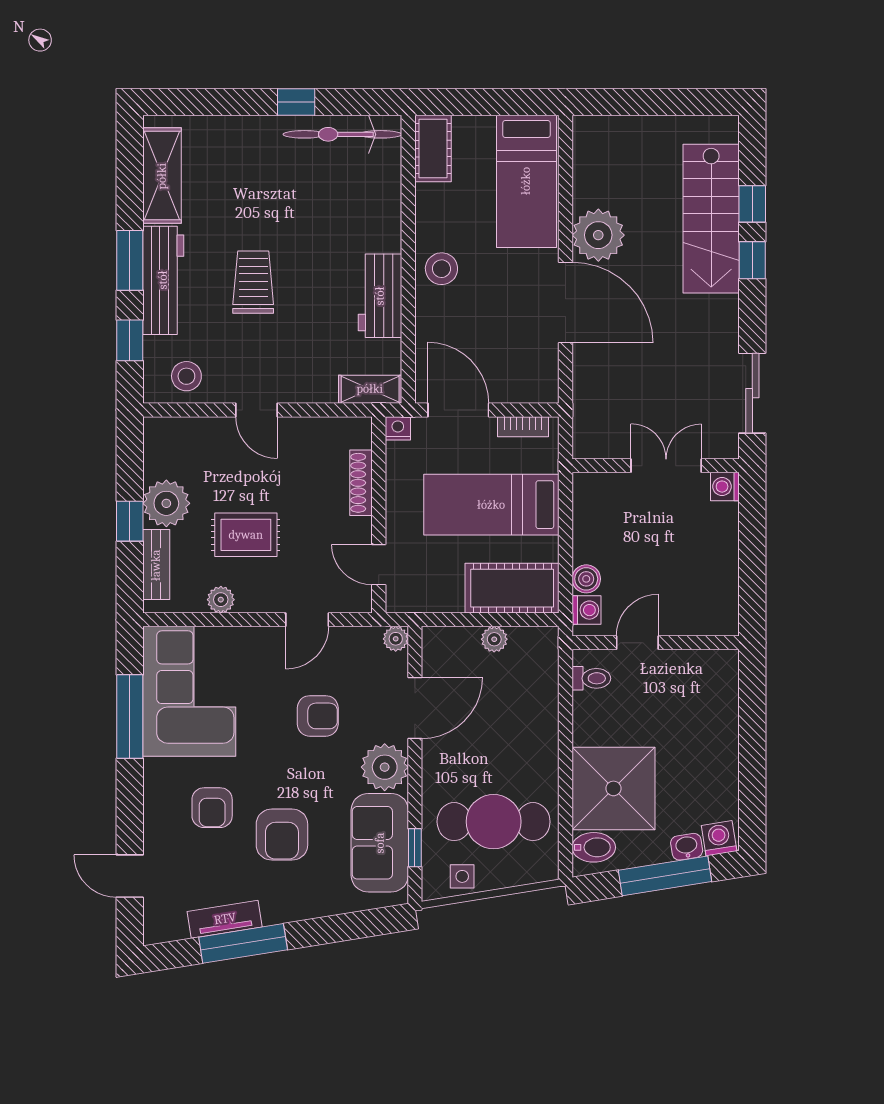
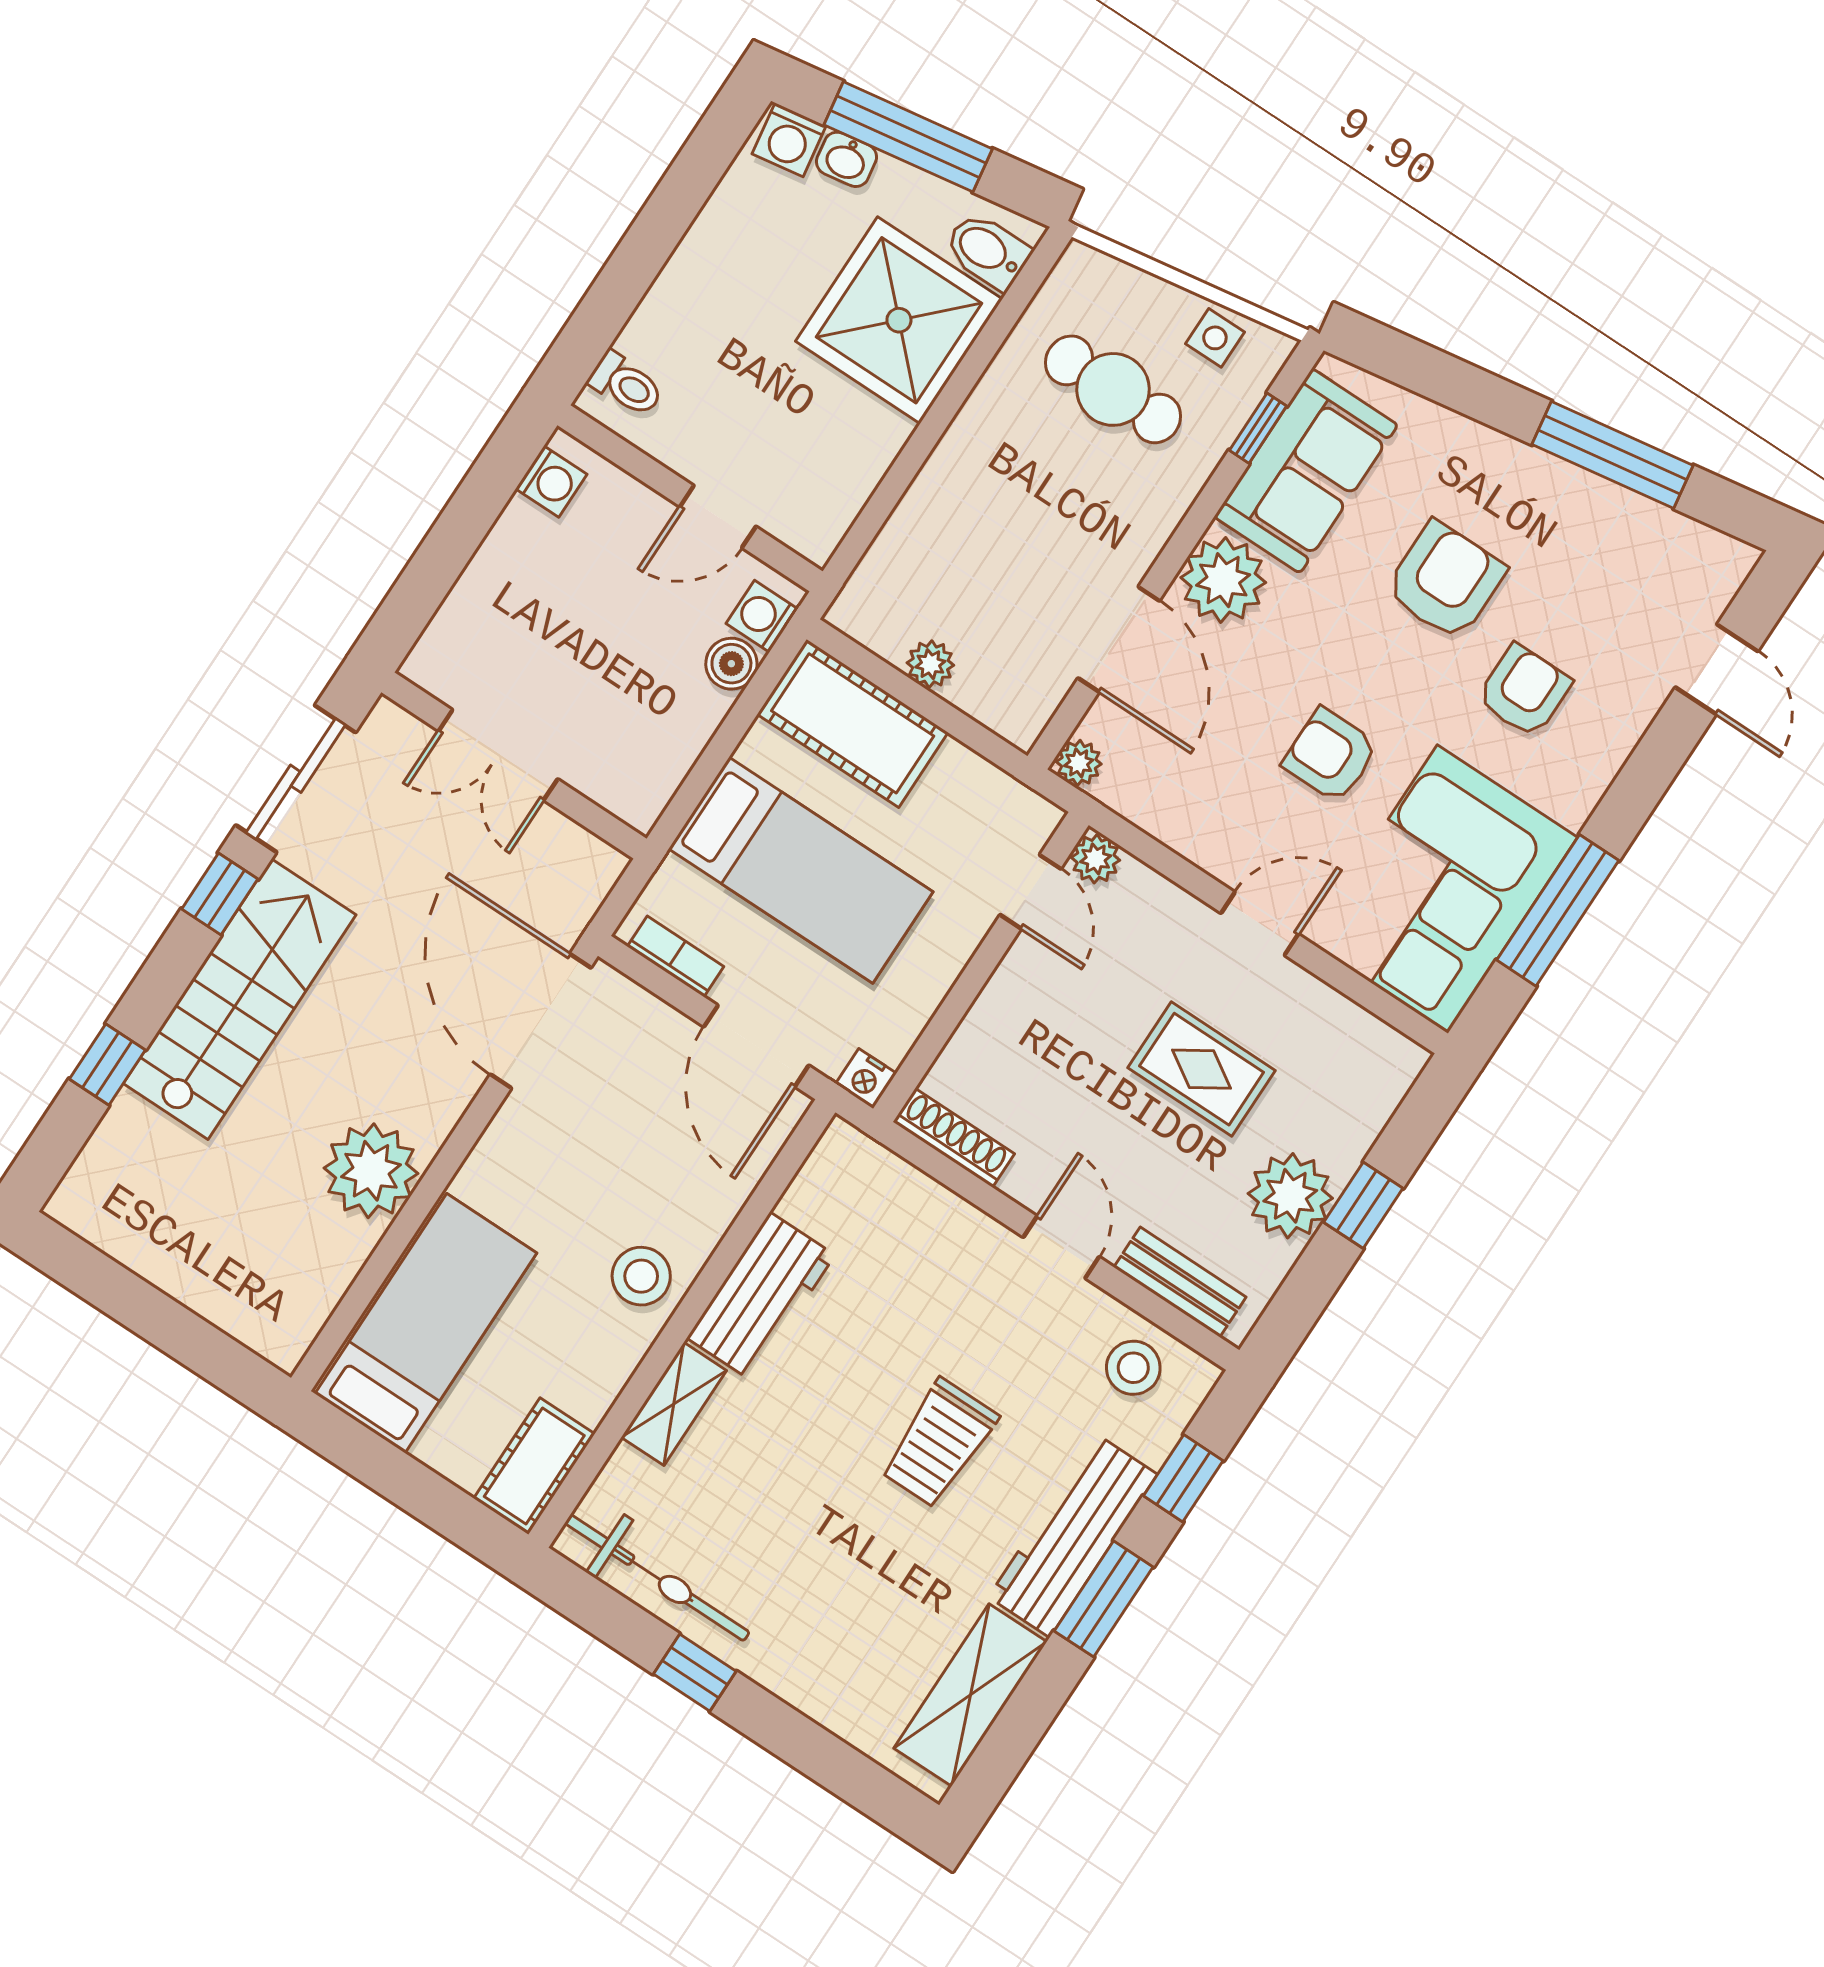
stairs: (711, 219) -> (240, 999), moved
window: (752, 260) -> (220, 894), moved
door: (566, 302) -> (541, 1021), moved
shelving: (370, 389) -> (674, 1404), moved, turned 90
shoe rack: (361, 483) -> (954, 1138), moved, turned -90
washing machine: (725, 487) -> (551, 481), moved
bench: (156, 565) -> (1180, 1282), moved, turned 90
plant: (221, 600) -> (1096, 859), moved
door: (307, 620) -> (1260, 924), moved
toilet: (591, 678) -> (626, 384), moved, turned 180
door: (415, 708) -> (1119, 639), swing flipped
armchair: (318, 716) -> (1330, 755), moved
cafe table: (494, 822) -> (1113, 389), width x0.73, depth x0.74
tv unit: (225, 919) -> (1616, 510), removed

